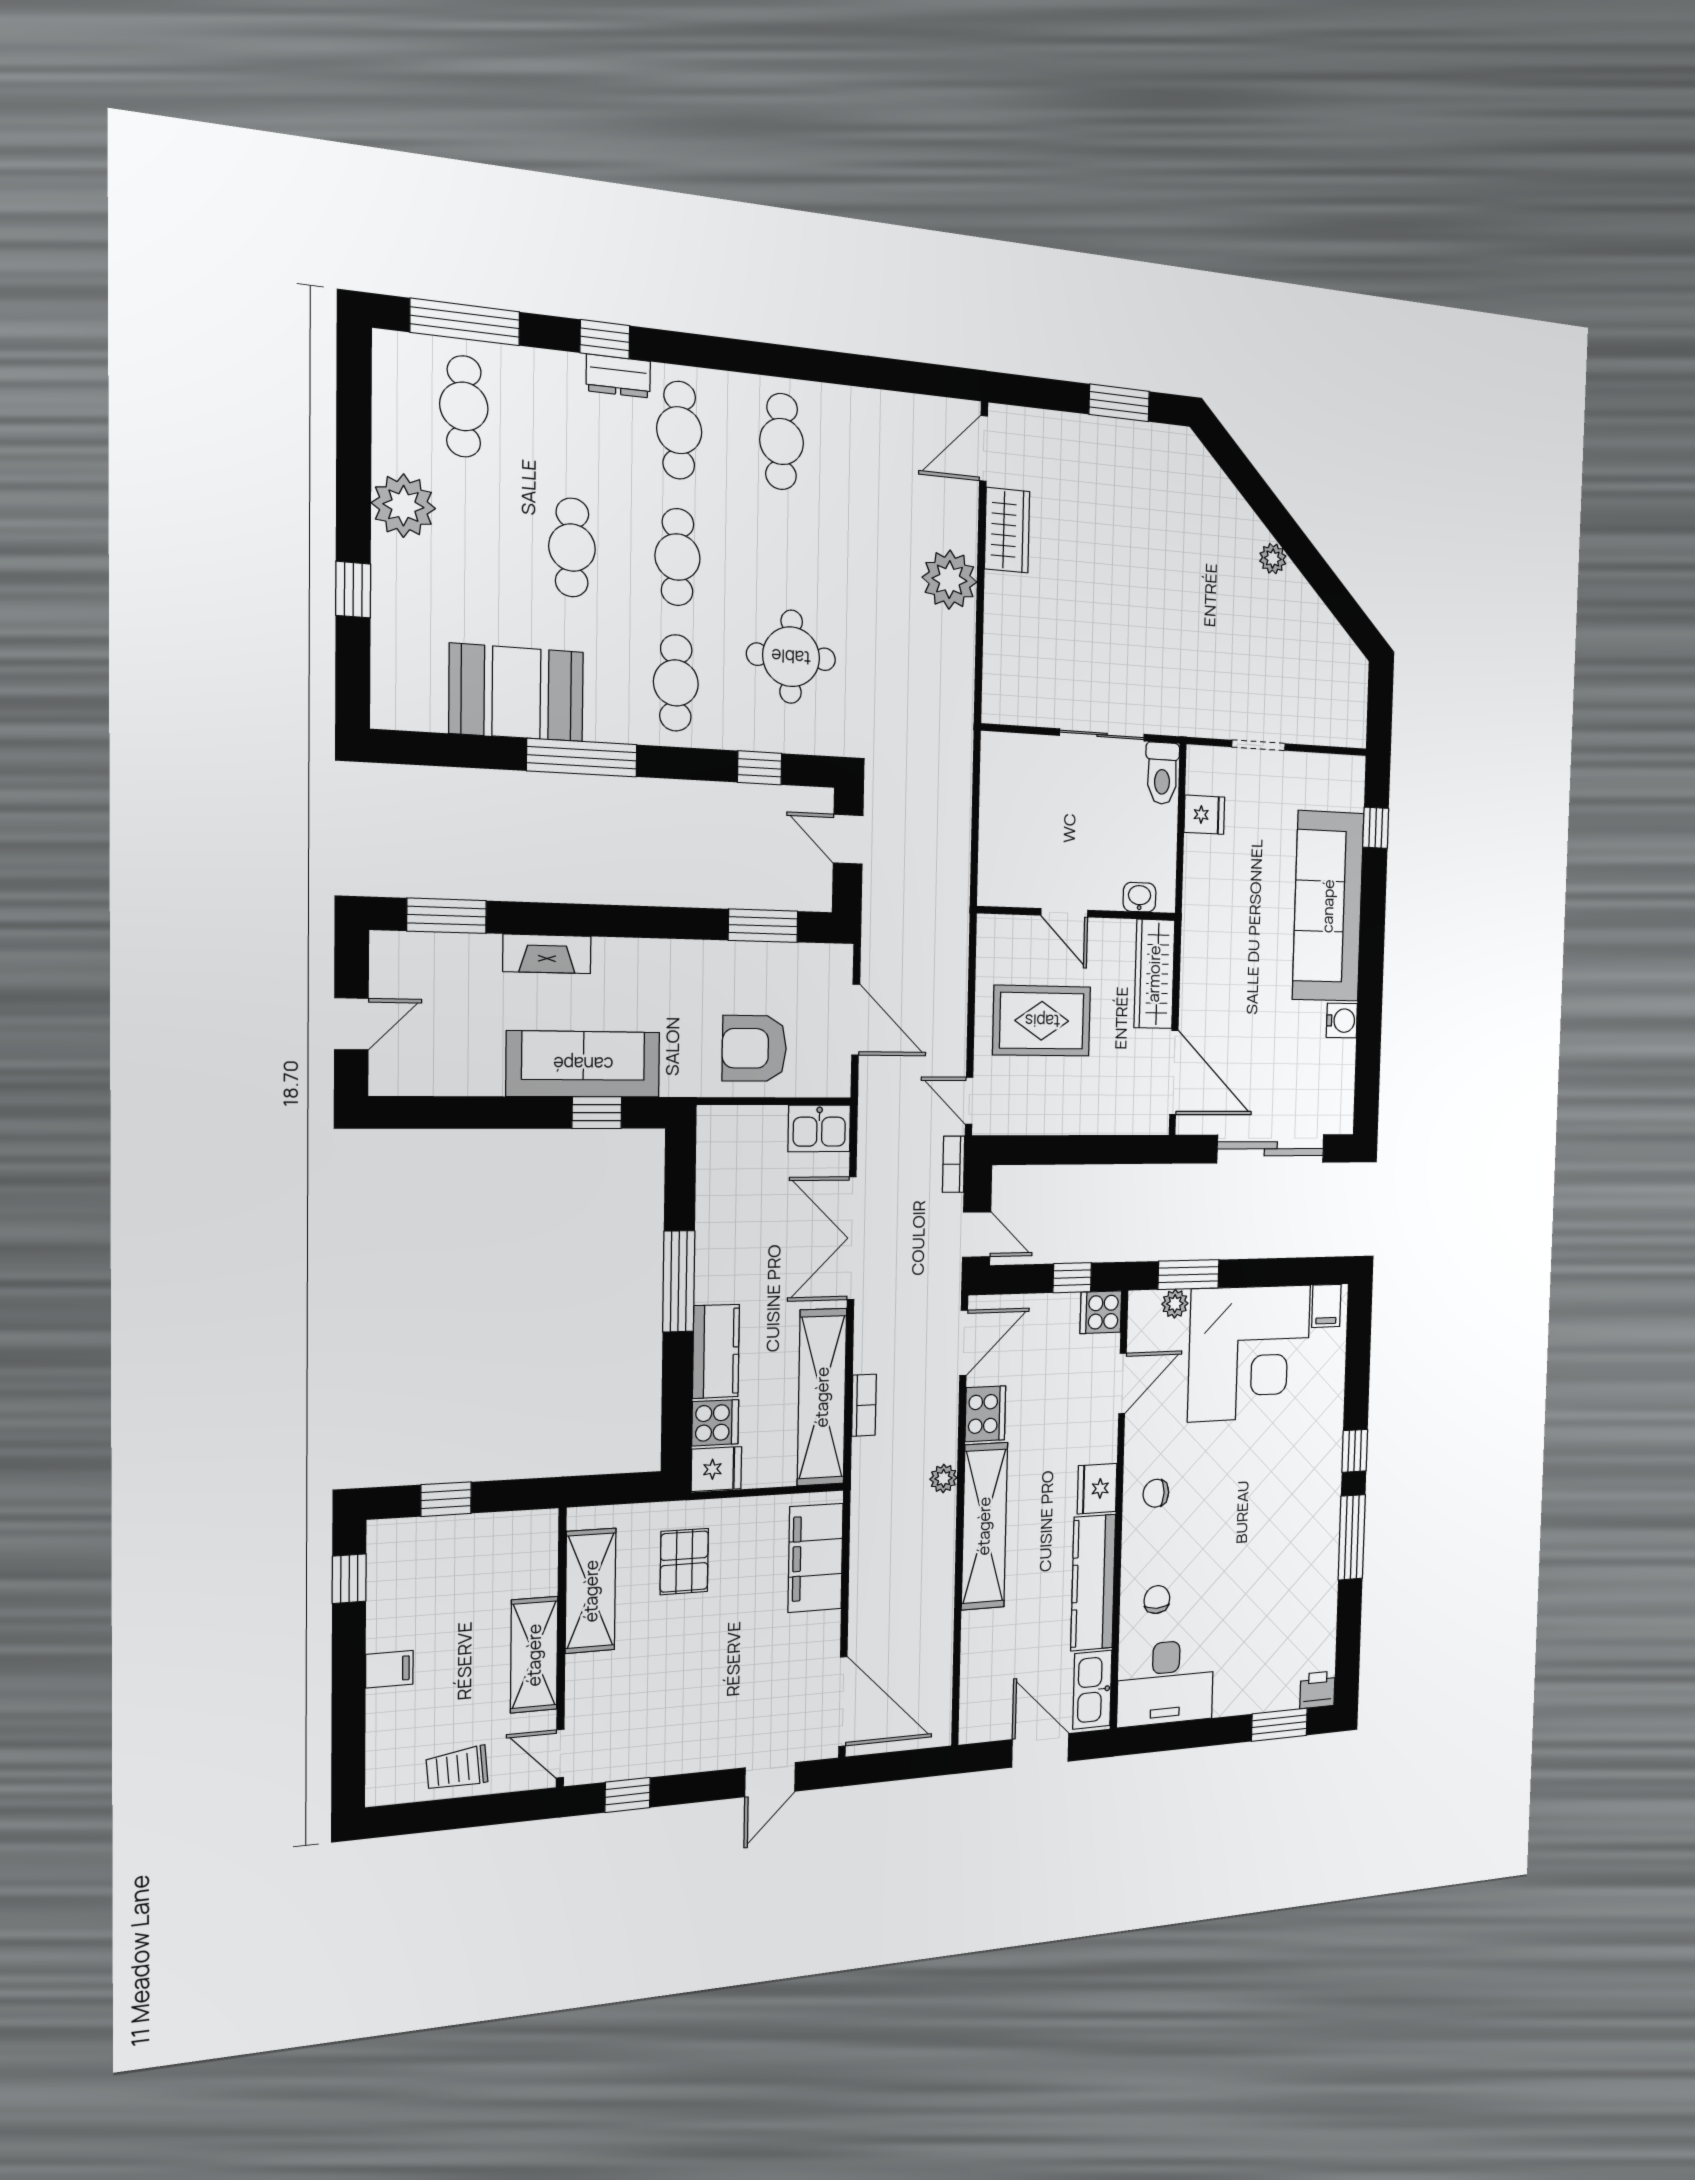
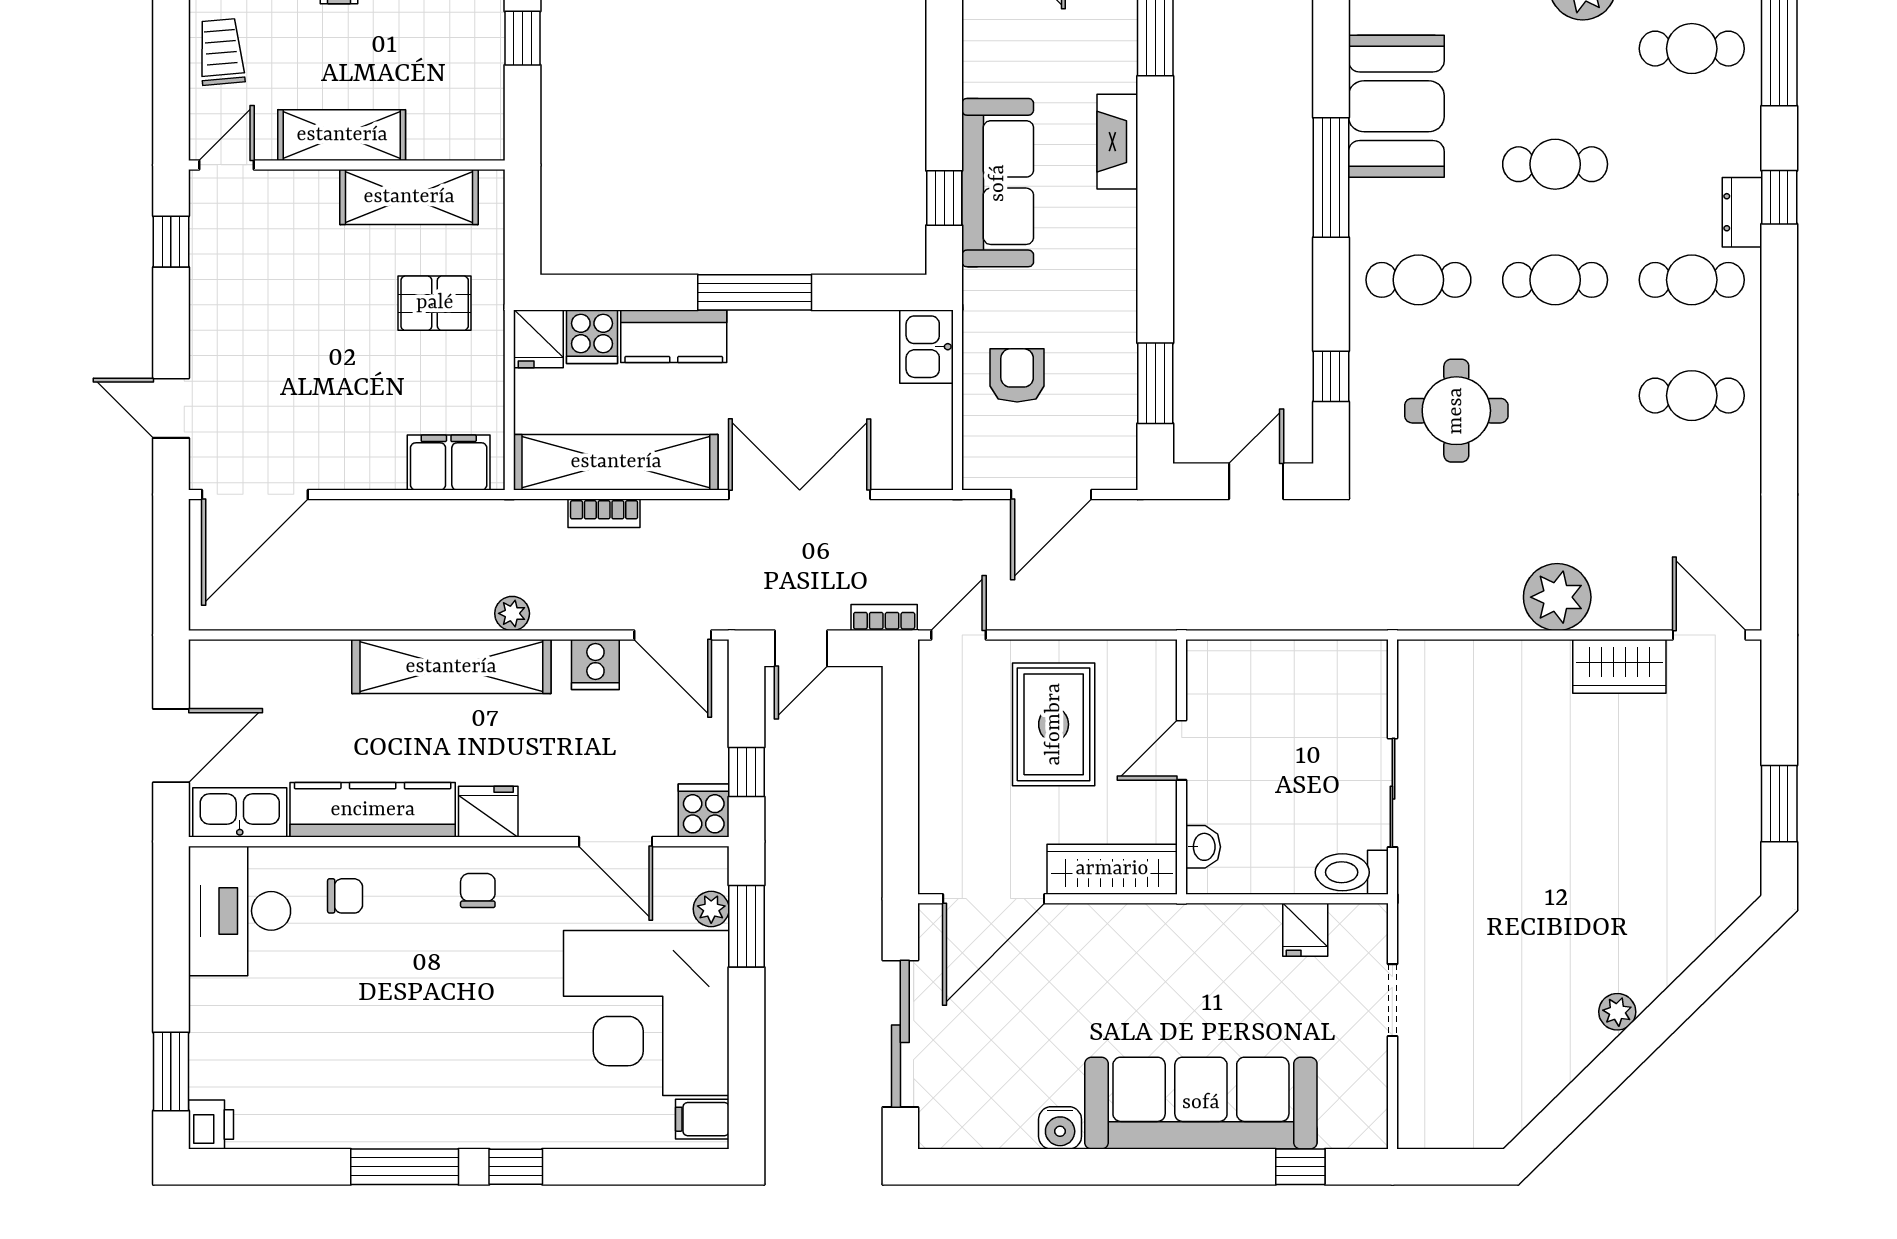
armchair: (754, 1048) -> (1017, 375), width x0.72, depth x0.72
kitchen sink: (819, 1128) -> (926, 347), moved
cooker: (985, 1414) -> (595, 665), width x0.73
filing cabinet: (815, 1558) -> (449, 463), width x0.67, depth x0.86

